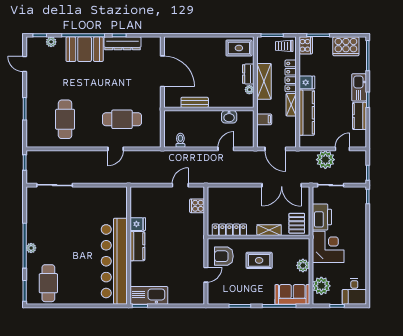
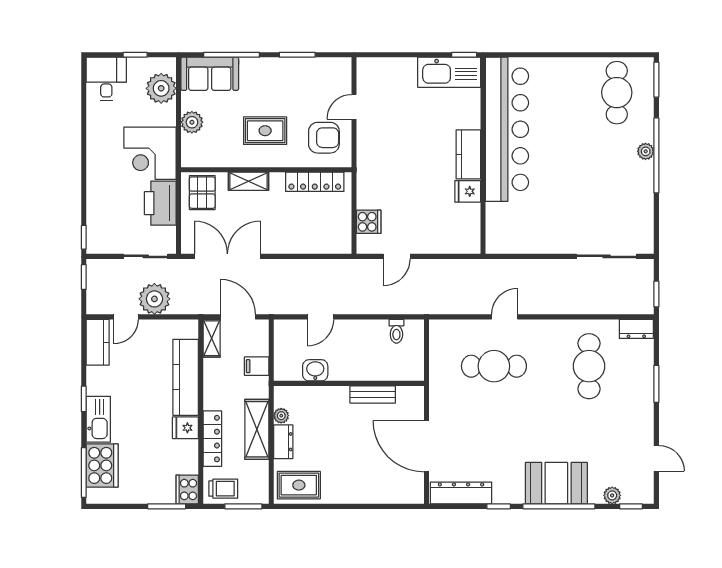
dresser: (123, 43) -> (461, 493), moved
cooker: (346, 46) -> (102, 465), moved, turned 90
shelving: (291, 105) -> (212, 338), moved
kitchen counter: (359, 116) -> (98, 342), moved
dresser: (37, 142) -> (636, 329), added

